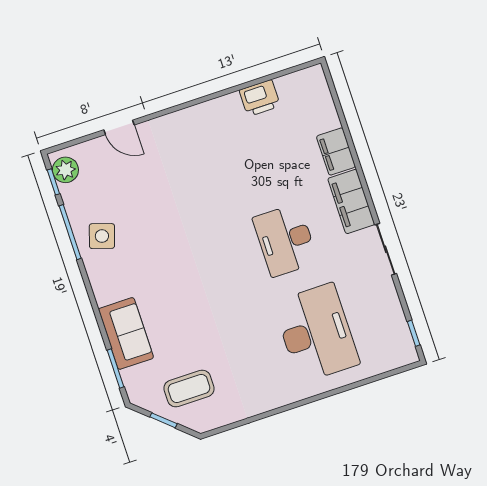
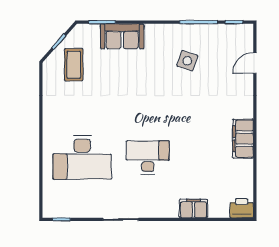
printer: (260, 98) -> (242, 208), moved, turned 90
door: (119, 127) -> (255, 63), moved
plant: (65, 170) -> (239, 32), removed
filing cabinet: (351, 201) -> (243, 139), moved, turned -90
side table: (102, 236) -> (187, 61), moved

